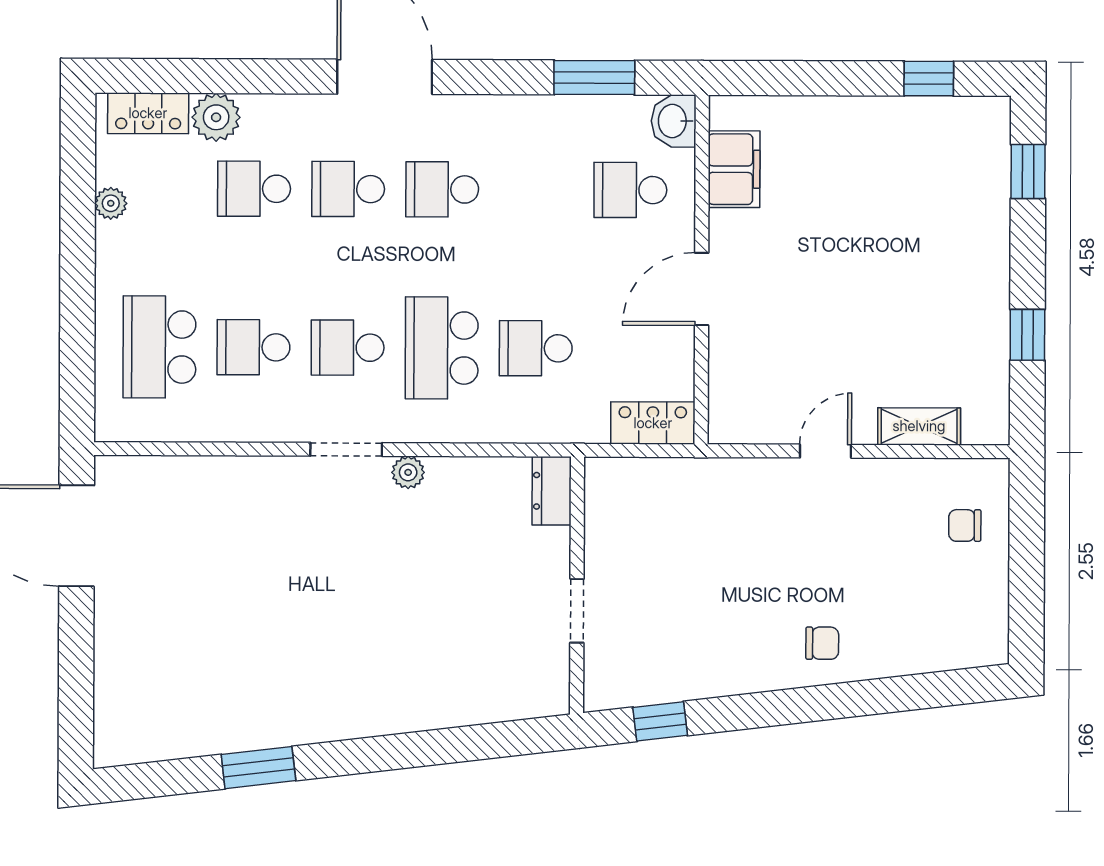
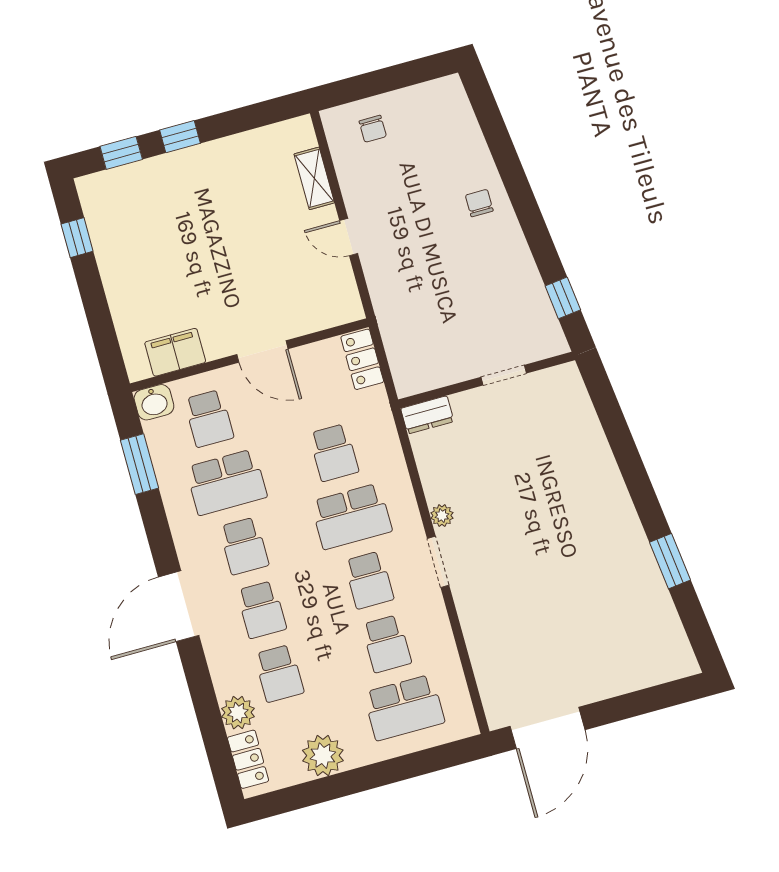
school desk: (536, 190) -> (226, 482), added
plant: (111, 203) -> (323, 756), width x1.88, depth x1.88
window: (1027, 335) -> (180, 137), moved

